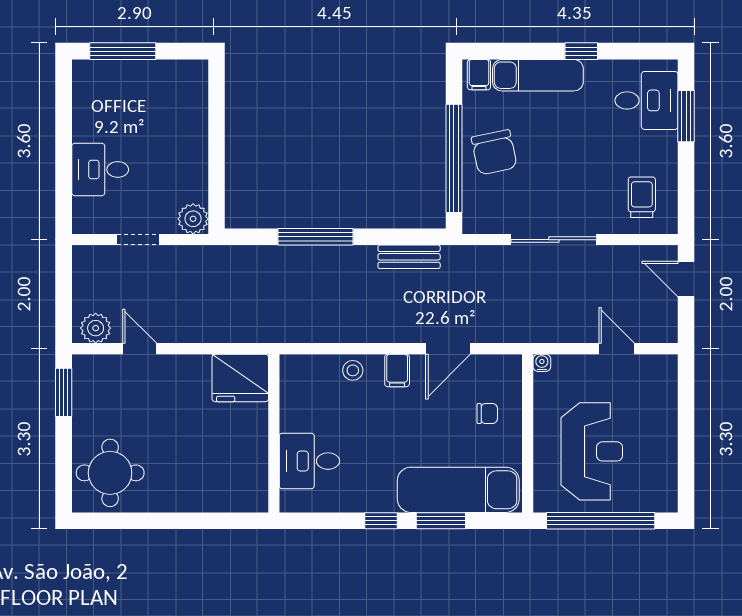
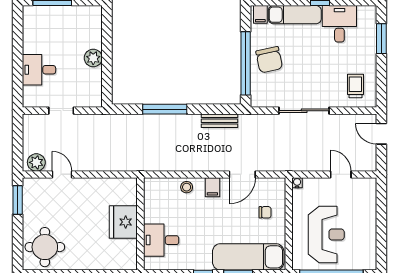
desk: (646, 100) -> (339, 24), moved, turned -90
plant: (193, 219) -> (93, 58), moved
fridge: (240, 378) -> (123, 222), moved, turned 90

